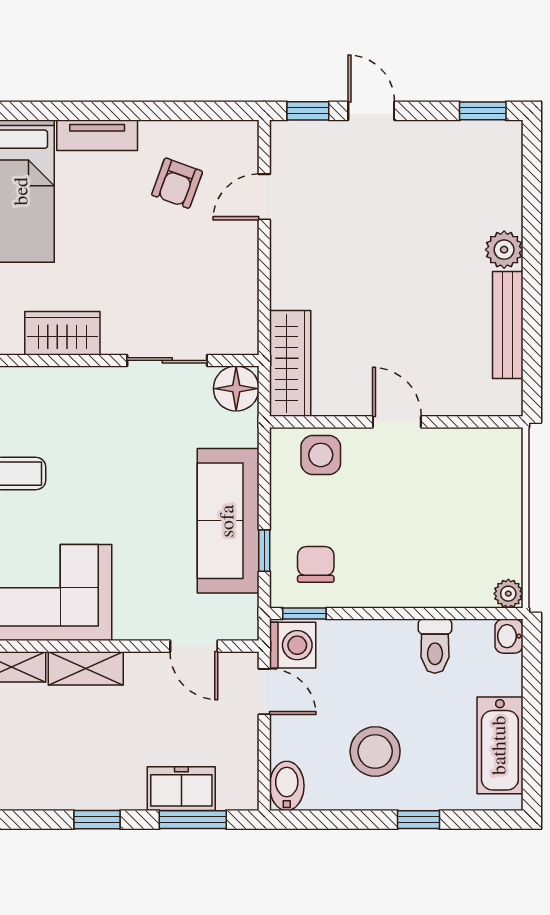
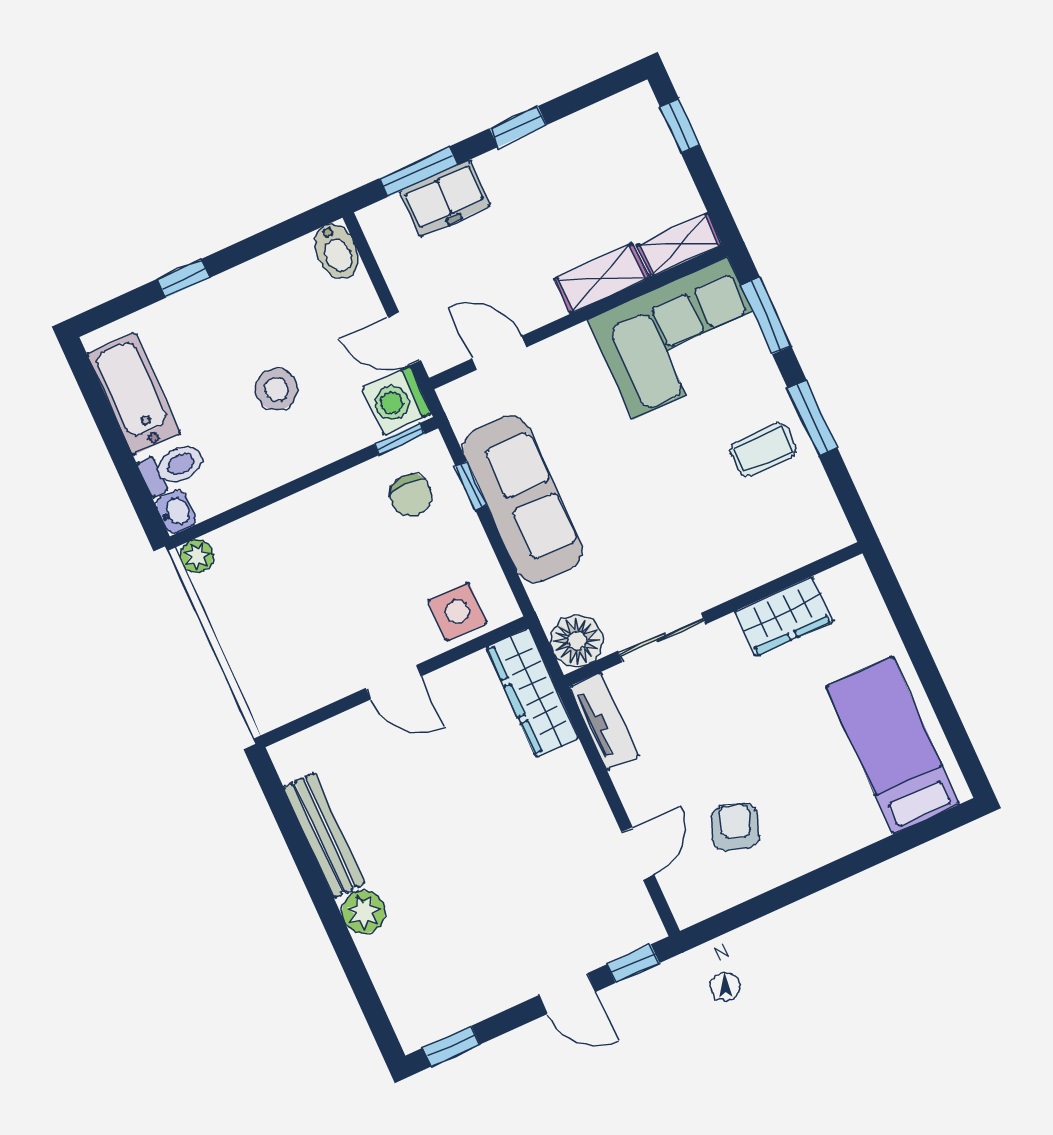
tv unit: (97, 135) -> (604, 721), moved, turned 90
toilet: (435, 646) -> (173, 468), moved, turned 90
stool: (375, 751) -> (277, 389), moved, width x0.73, depth x0.73

